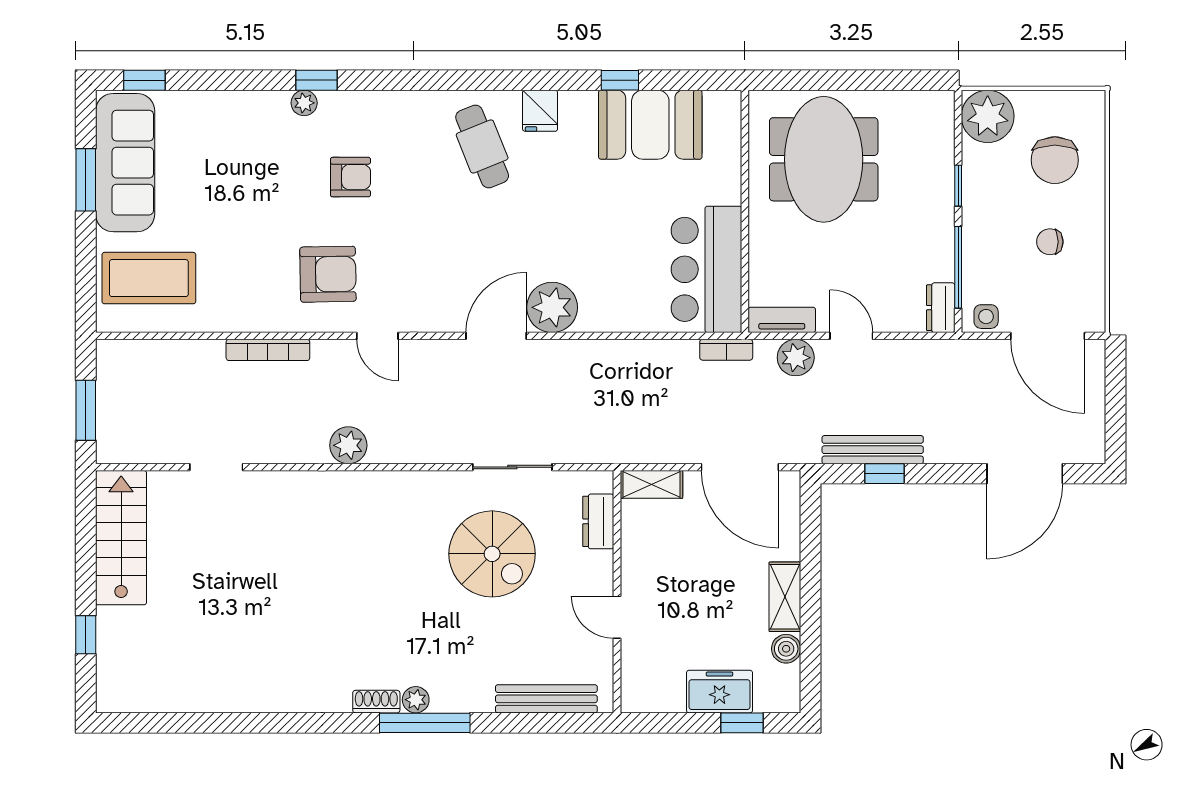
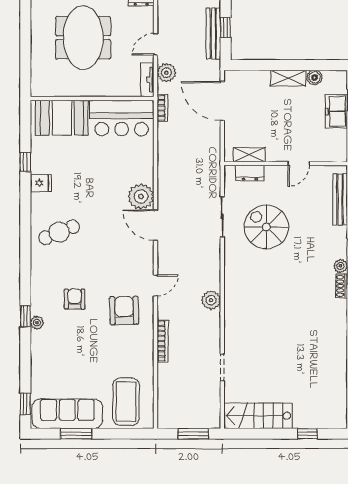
fridge: (540, 111) -> (41, 183), moved
booth: (650, 125) -> (62, 118), moved, turned 90
meeting table: (824, 159) -> (83, 38), moved, turned 90
door: (740, 467) -> (222, 101), swing flipped
shelving: (651, 484) -> (249, 155), moved, turned 90
spiral stairs: (492, 554) -> (266, 227), turned -90

